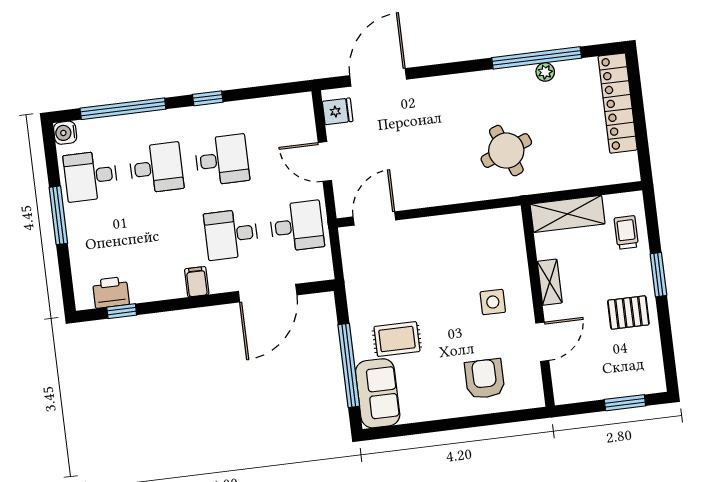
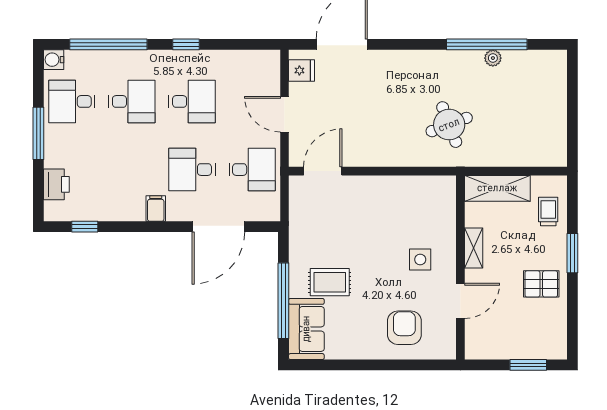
locker: (618, 103) -> (555, 94), removed
printer: (111, 292) -> (56, 184), moved, turned 90

